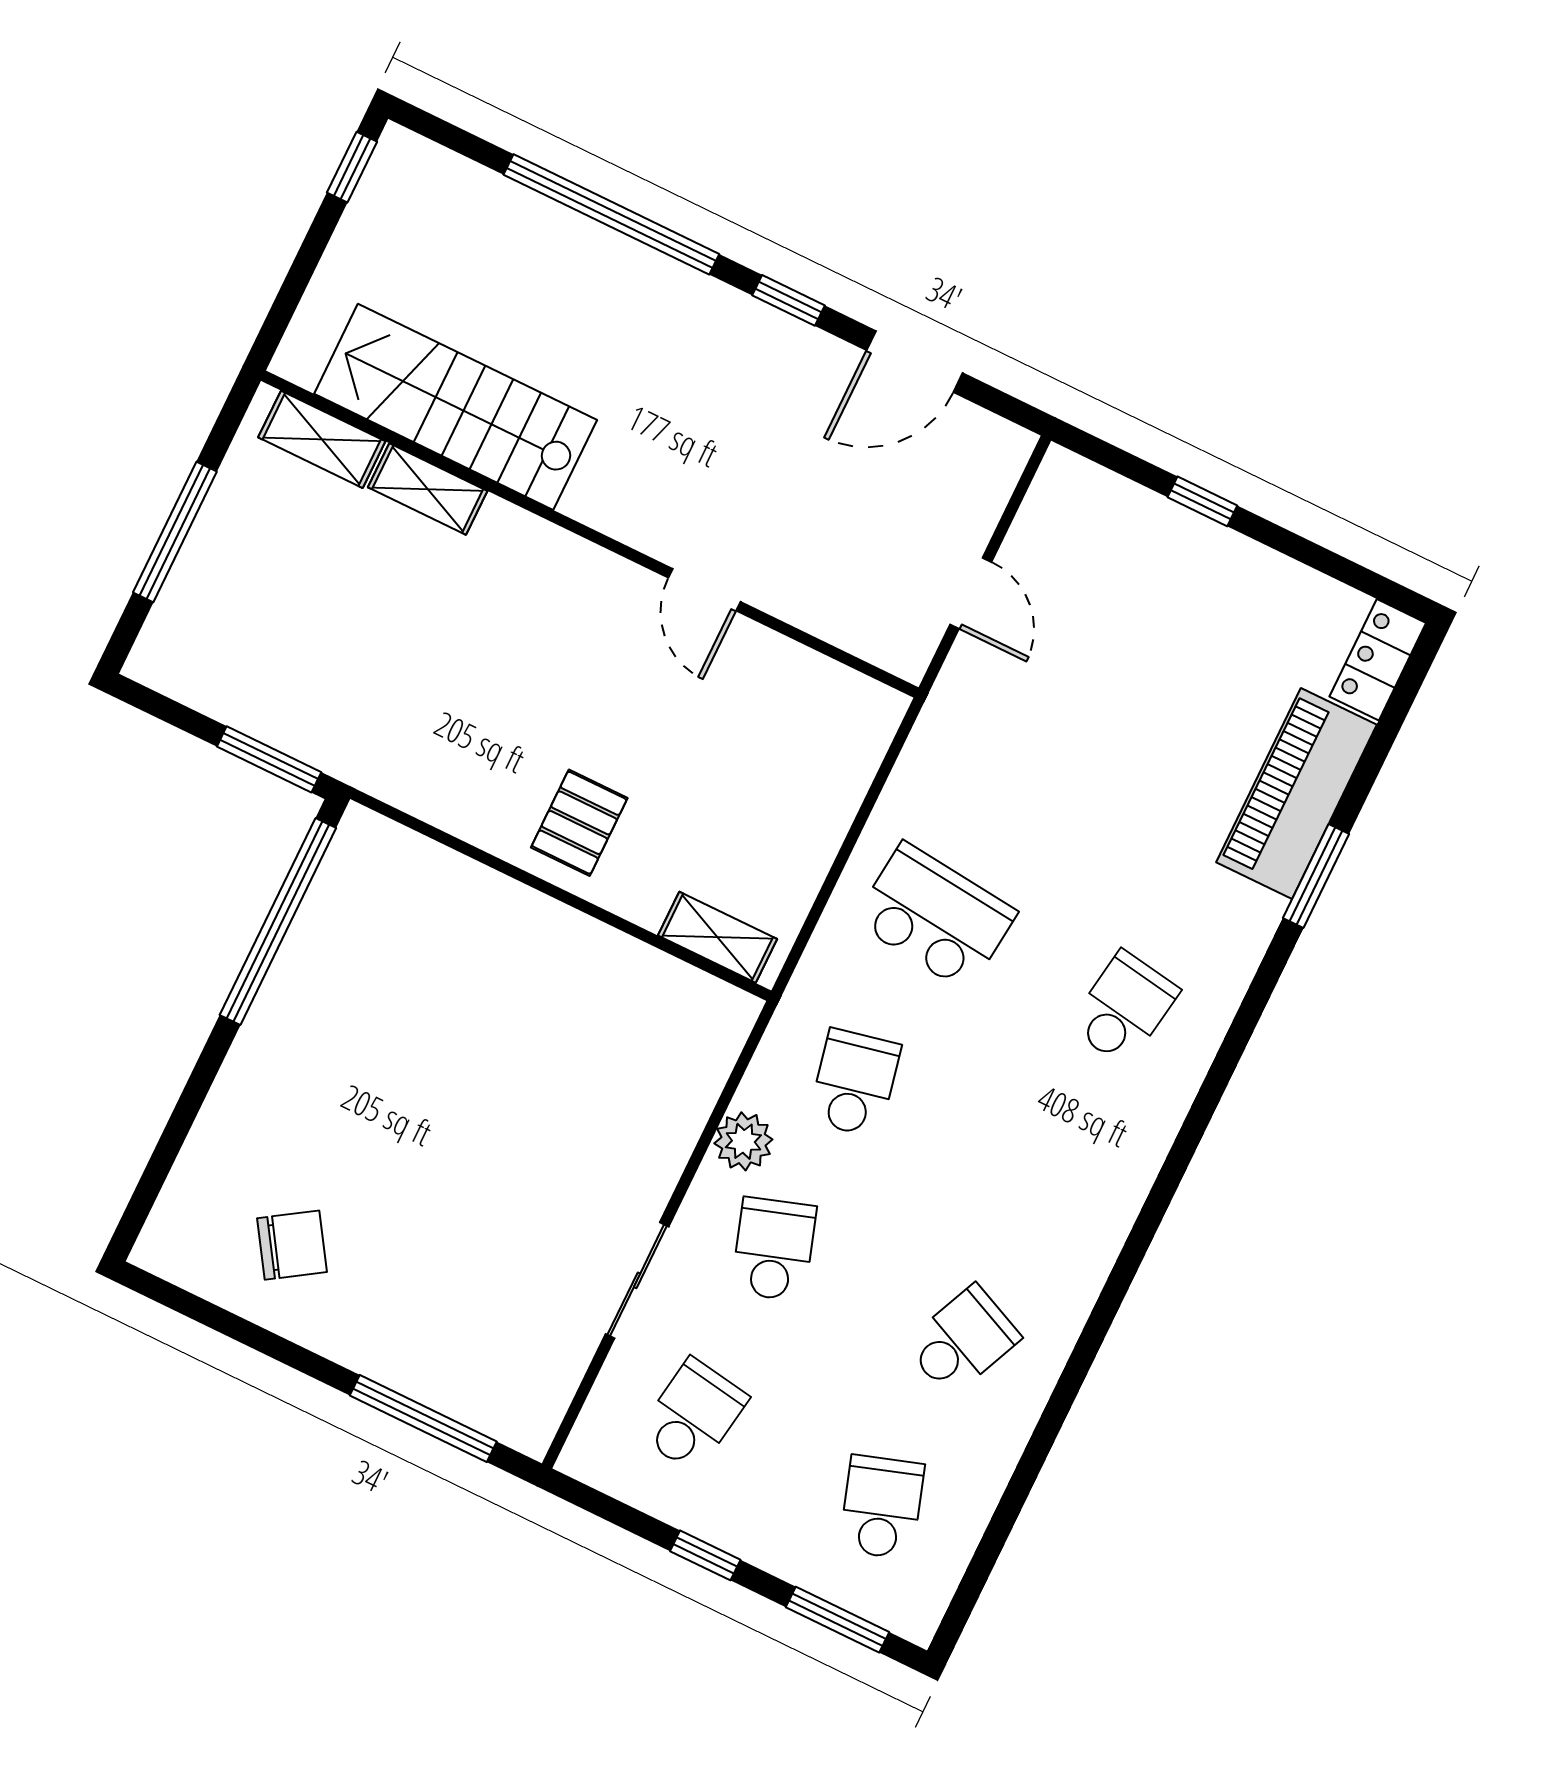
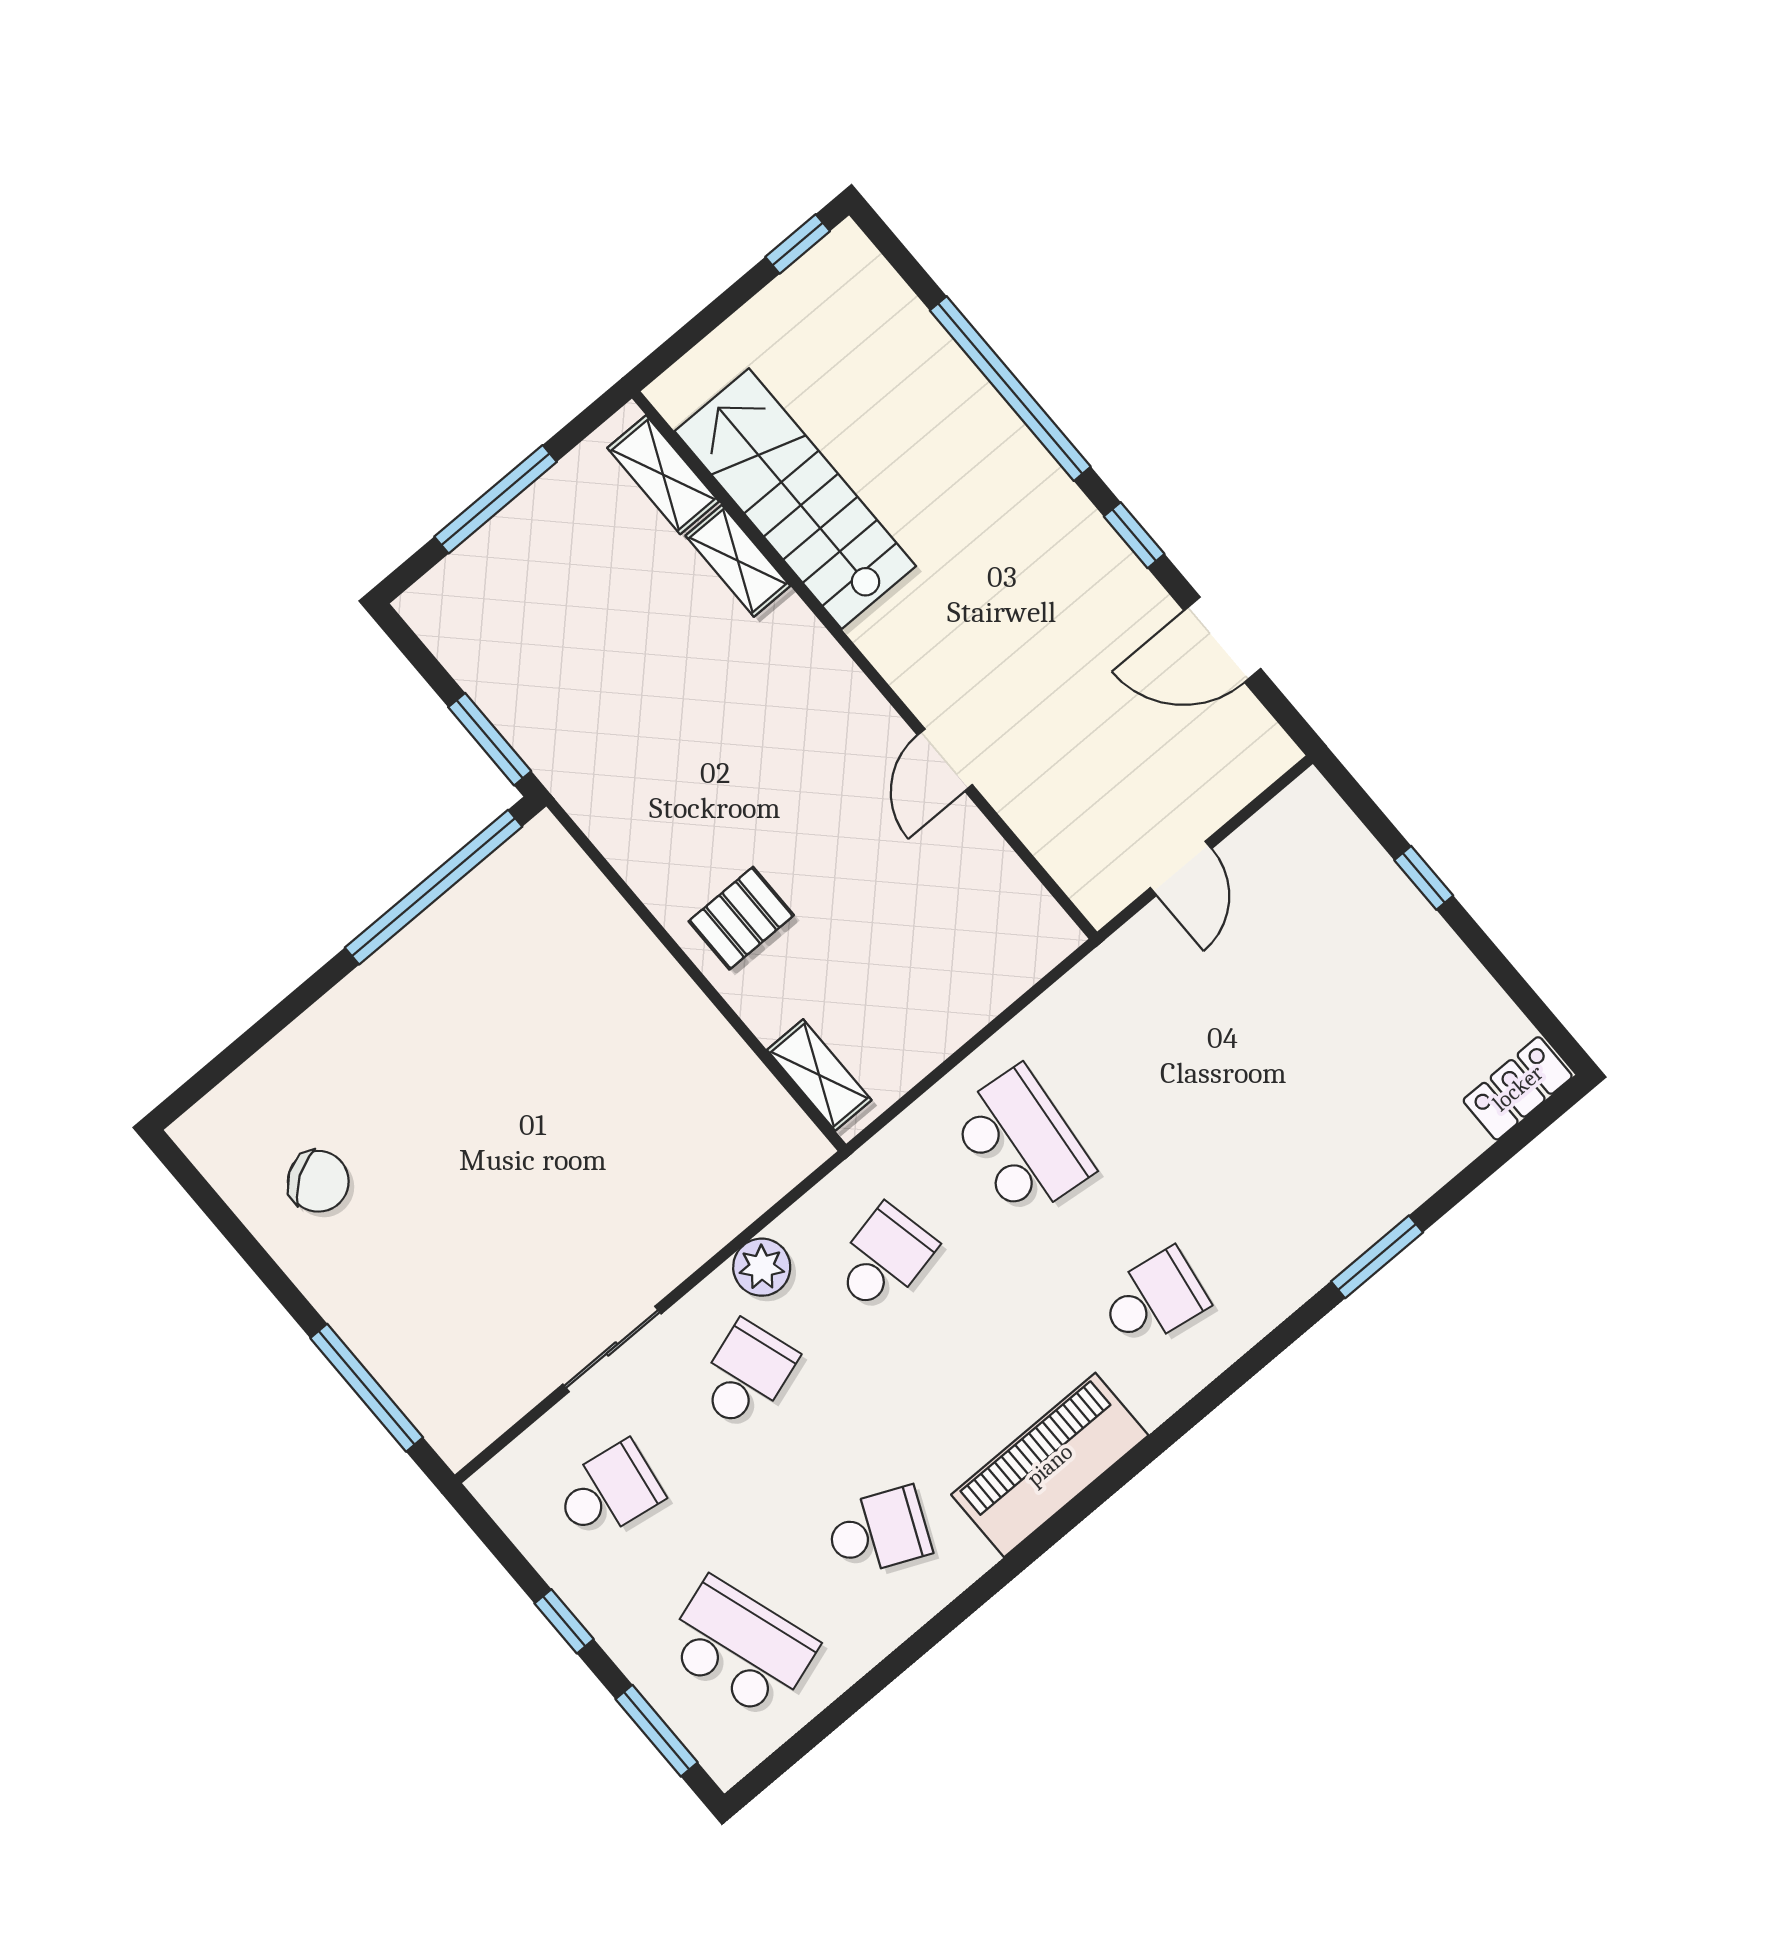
piano: (1296, 794) -> (1050, 1465), moved
school desk: (882, 1507) -> (740, 1648), width x1.85

